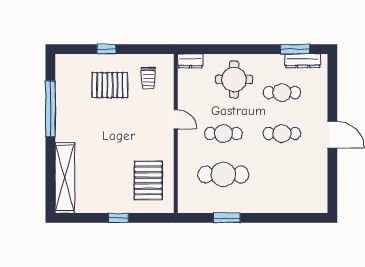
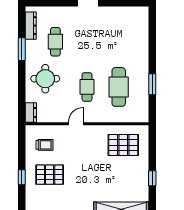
window: (295, 49) -> (22, 49), moved
pallet: (110, 85) -> (50, 175), turned 90
cafe table: (282, 134) -> (87, 42), removed
window: (119, 218) -> (152, 178), moved

